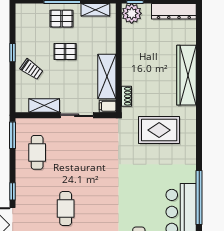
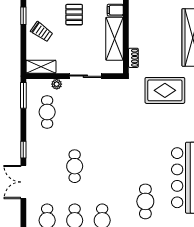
pallet: (65, 52) -> (74, 15), turned 90
shelving: (44, 105) -> (41, 67), moved
filing cabinet: (108, 106) -> (115, 10), moved
plant: (47, 124) -> (57, 84), added

